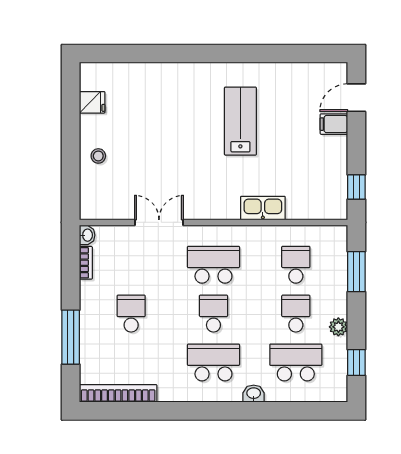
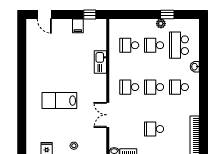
lab bench: (240, 121) -> (59, 101), moved
filing cabinet: (334, 124) -> (78, 26), moved
school desk: (213, 265) -> (129, 87), width x0.54
window: (356, 272) -> (133, 14), removed
school desk: (213, 362) -> (179, 87), width x0.54
window: (356, 362) -> (167, 14), moved

